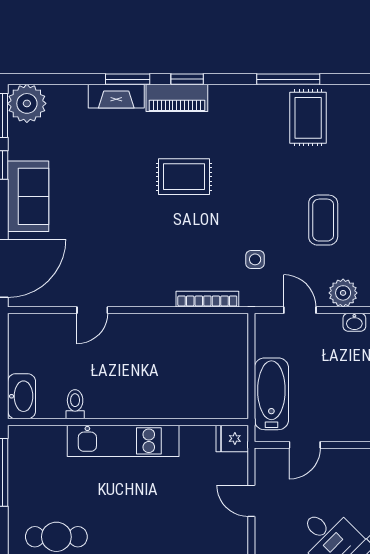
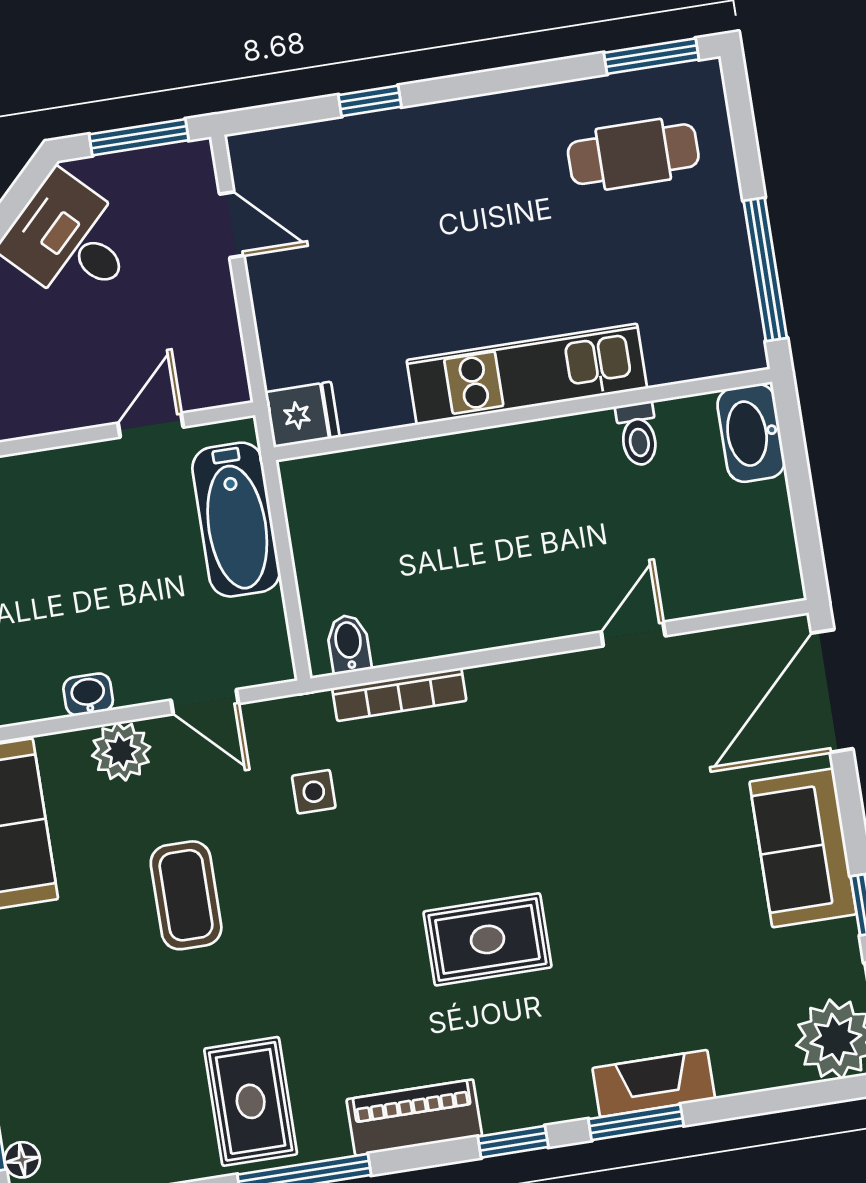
piano: (177, 98) -> (414, 1118), moved
bidet: (228, 327) -> (349, 644), added
door: (251, 501) -> (232, 225), moved

